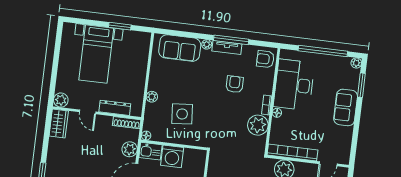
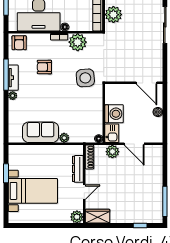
sofa: (180, 48) -> (41, 132), moved, turned -90
side table: (182, 114) -> (85, 78), moved

